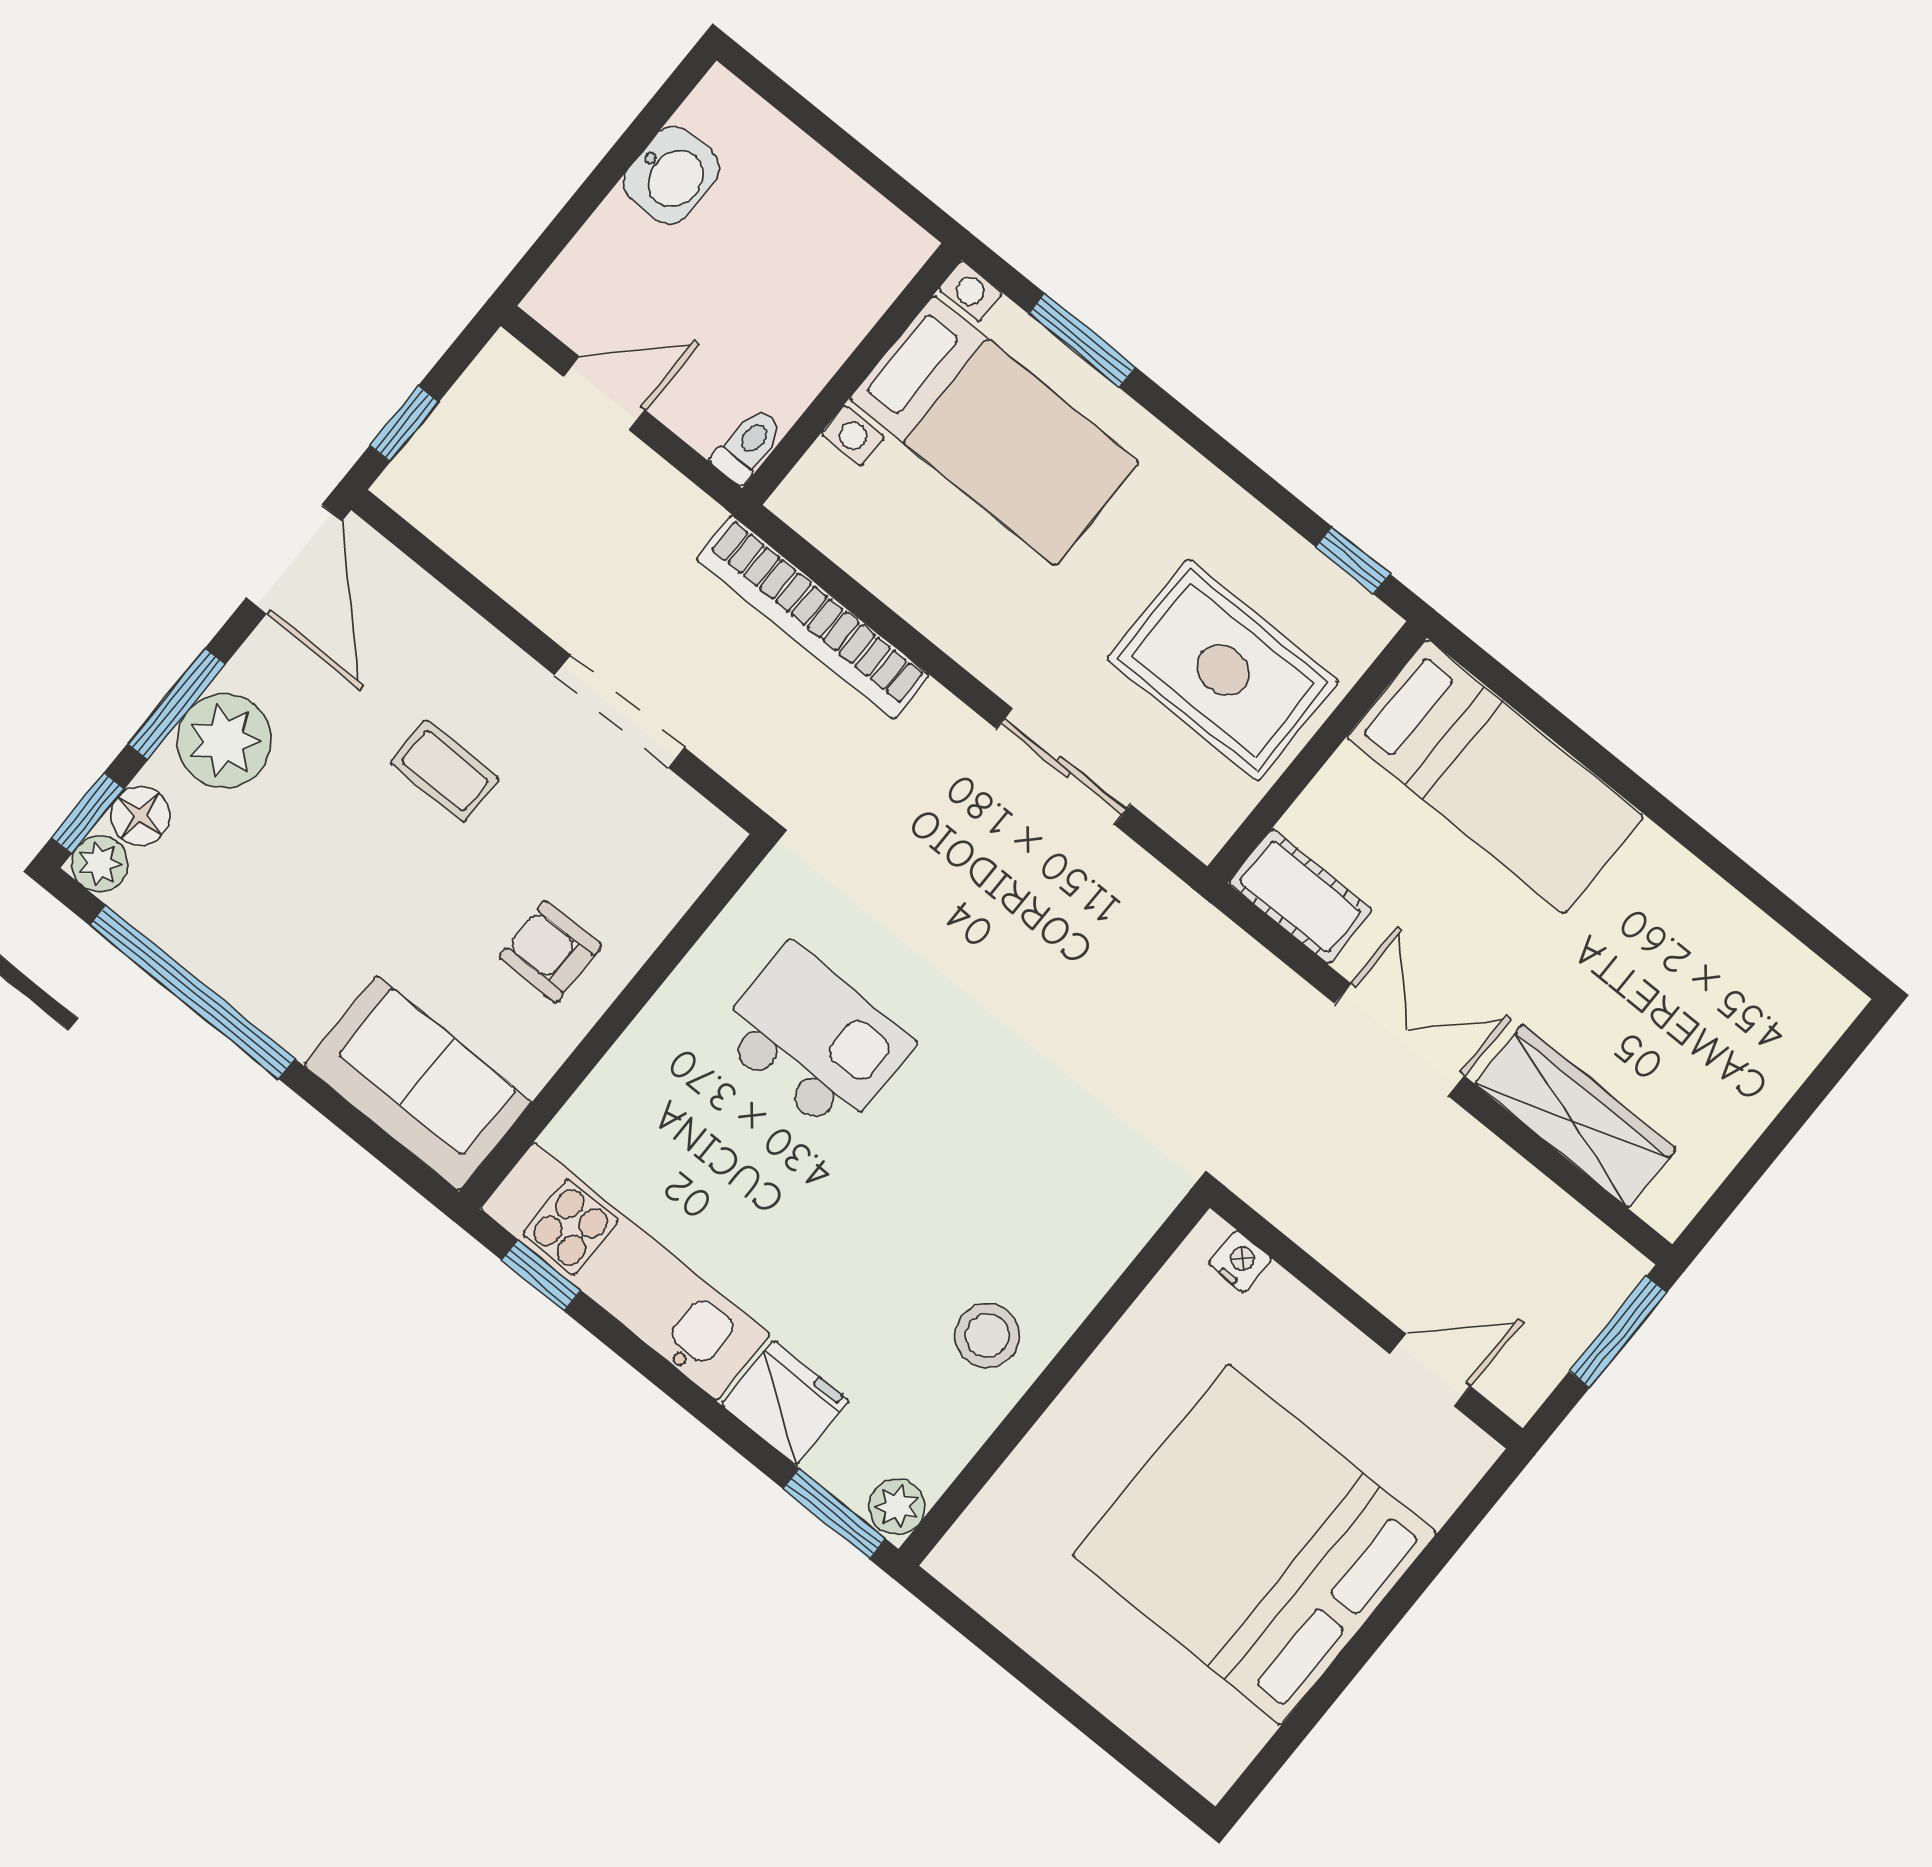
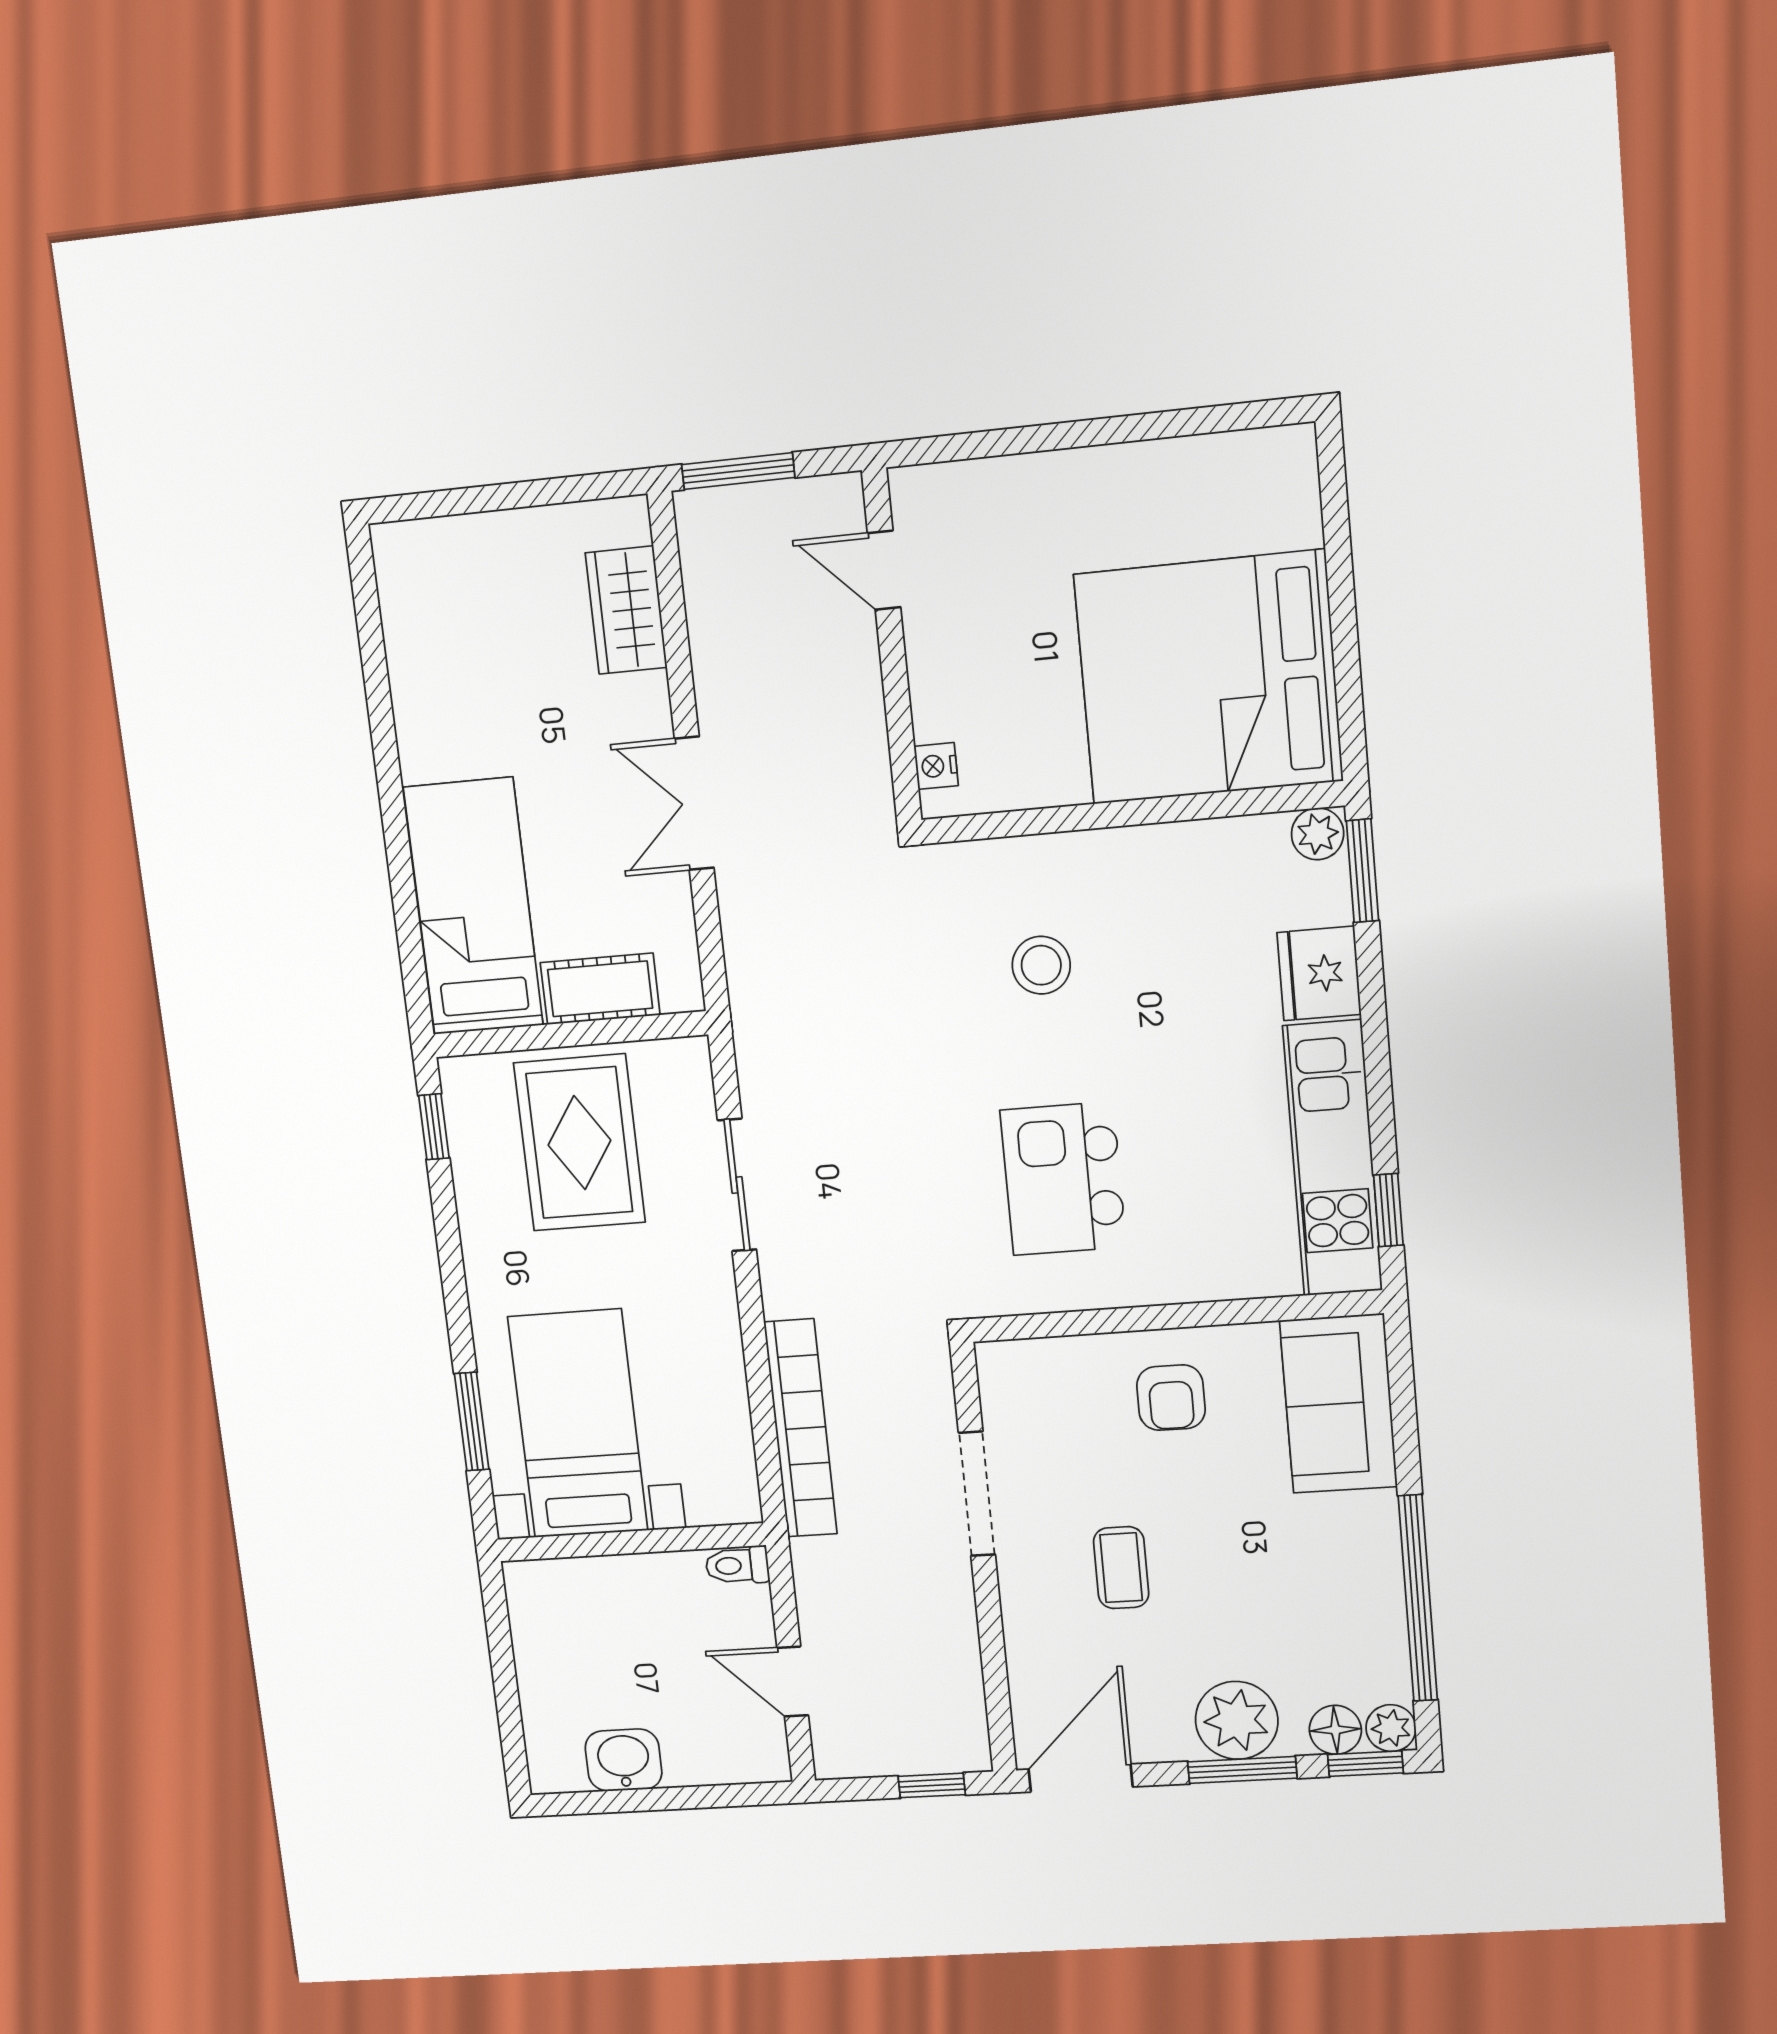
cot: (1300, 897) -> (600, 989), moved, turned 90
wardrobe: (1575, 1116) -> (626, 610), width x0.67
stool: (987, 1335) -> (1041, 965), moved
bed: (1254, 1544) -> (1208, 678), moved, turned 90

